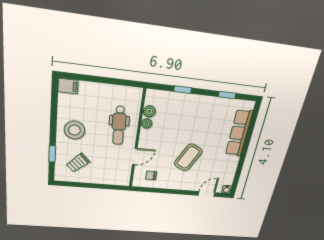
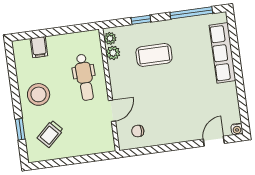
filing cabinet: (68, 86) -> (39, 47), moved, turned 90
window: (227, 95) -> (191, 13), width x2.17
plant: (147, 124) -> (110, 38), moved
coffee table: (188, 157) -> (154, 55), moved, turned 63

